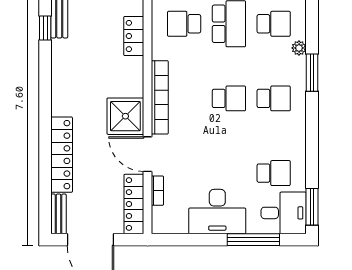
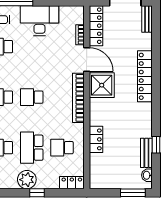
school desk: (184, 24) -> (62, 148), turned 180
locker: (62, 155) -> (145, 76), moved

